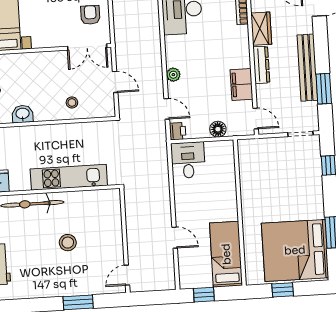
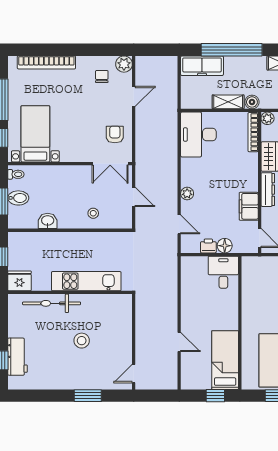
printer: (178, 131) -> (208, 246), moved, turned -90
desk: (188, 160) -> (223, 272), moved
window: (204, 295) -> (215, 396), moved

